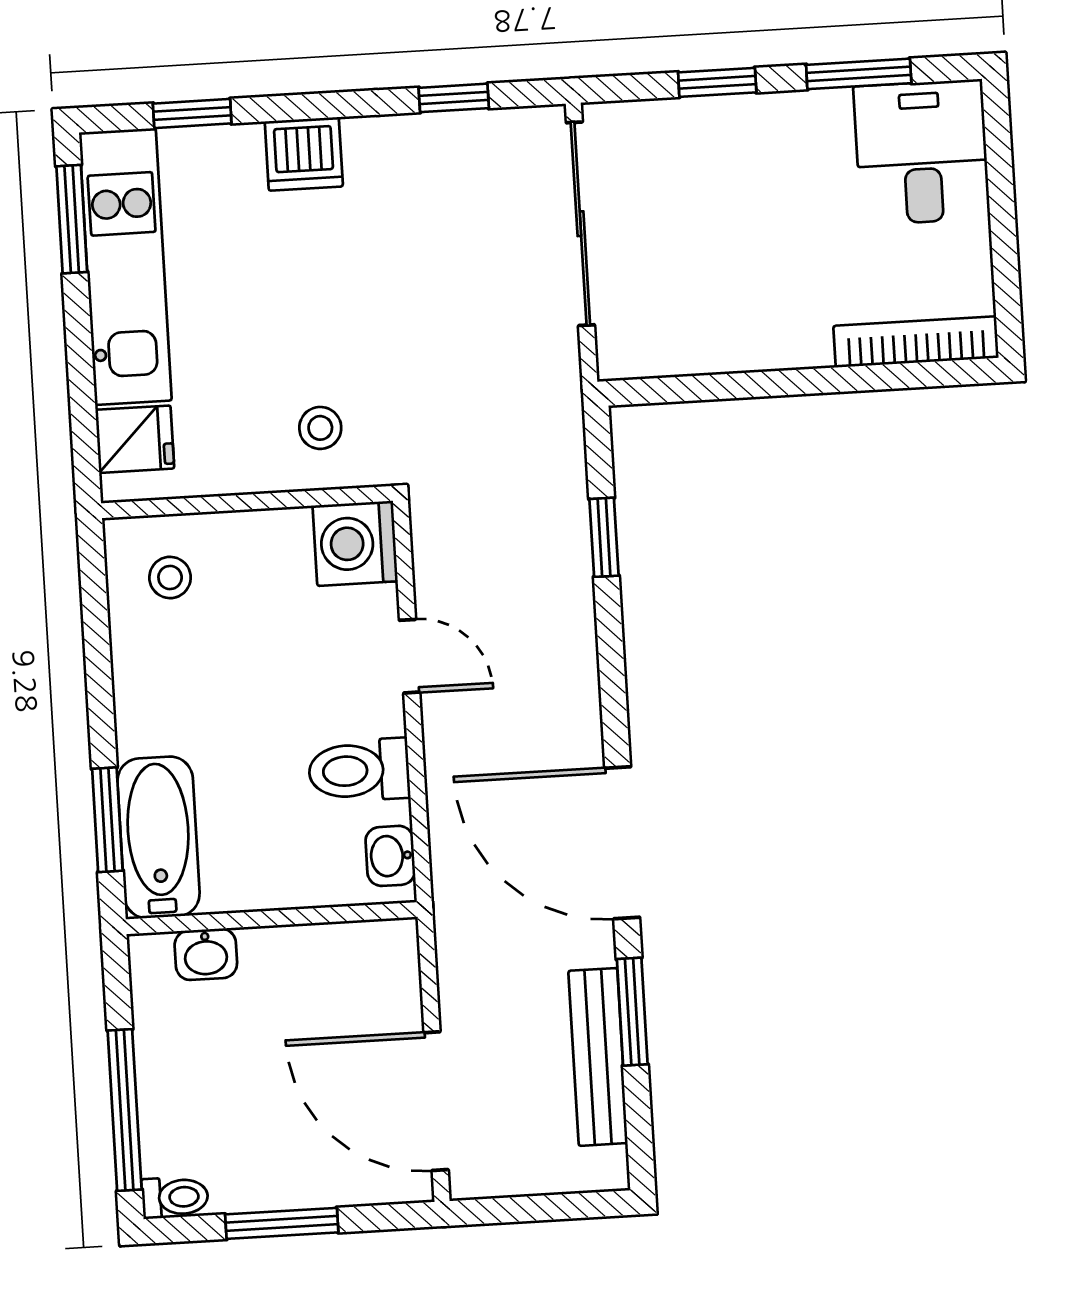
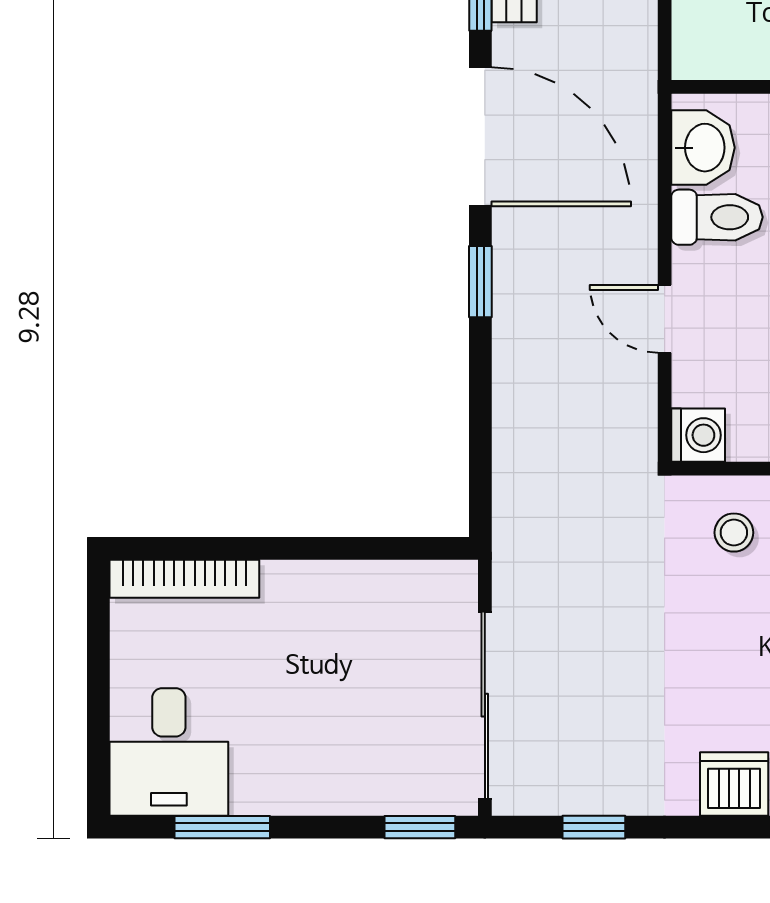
window: (717, 82) -> (420, 827), moved
window: (604, 537) -> (480, 282), moved
washing machine: (355, 543) -> (698, 435), width x0.73, depth x0.73
washbasin: (390, 856) -> (703, 148), width x1.38, depth x1.45

